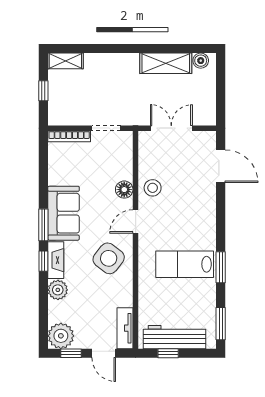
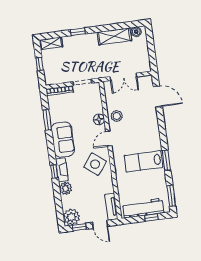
window: (110, 49) -> (78, 32), added
double door: (171, 128) -> (123, 77), swing flipped
window: (43, 225) -> (47, 120), moved
window: (168, 353) -> (151, 217), moved

